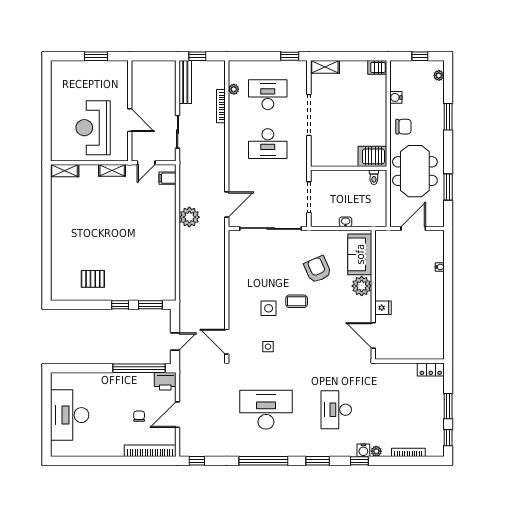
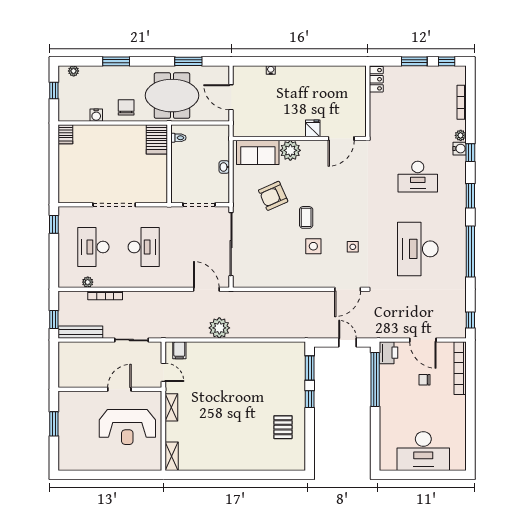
shelving: (325, 67) -> (65, 188), removed

